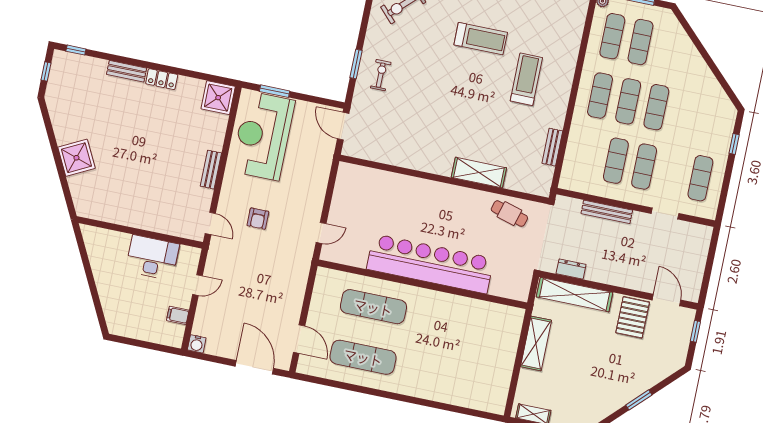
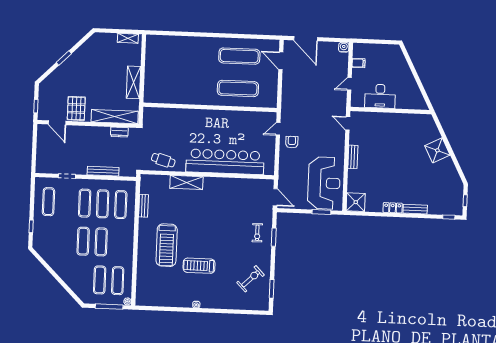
treadmill: (526, 79) -> (167, 245), width x1.37, depth x1.38
exercise mat: (600, 96) -> (121, 205), moved
armchair: (258, 219) -> (292, 142), moved
bar counter: (430, 264) -> (225, 162), moved, turned 180

